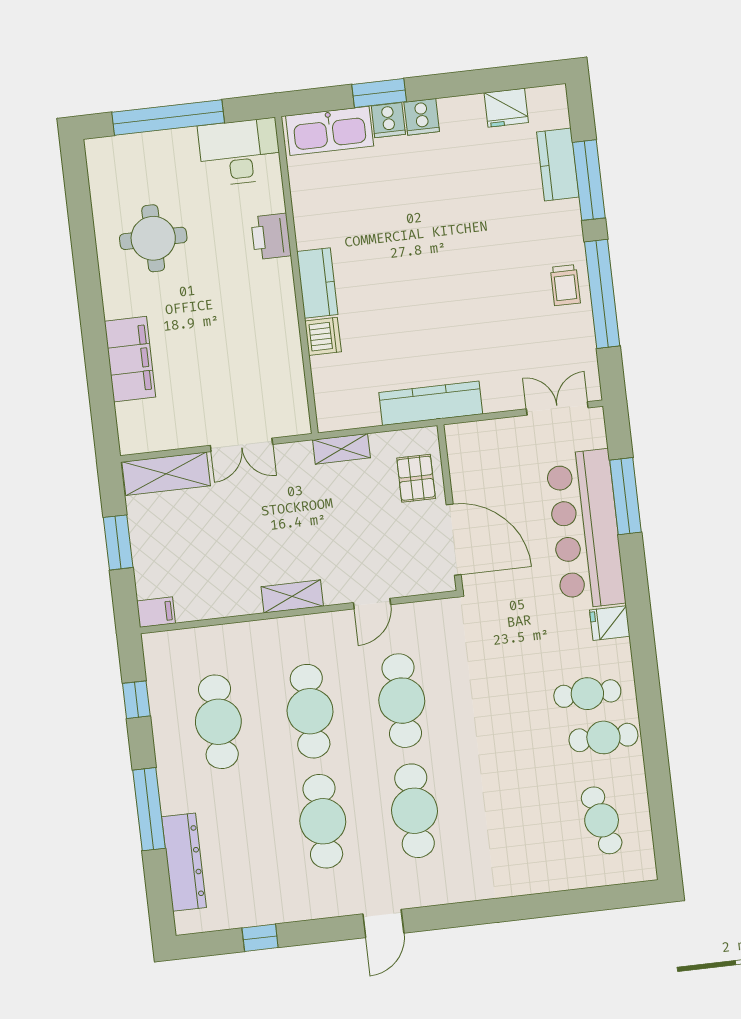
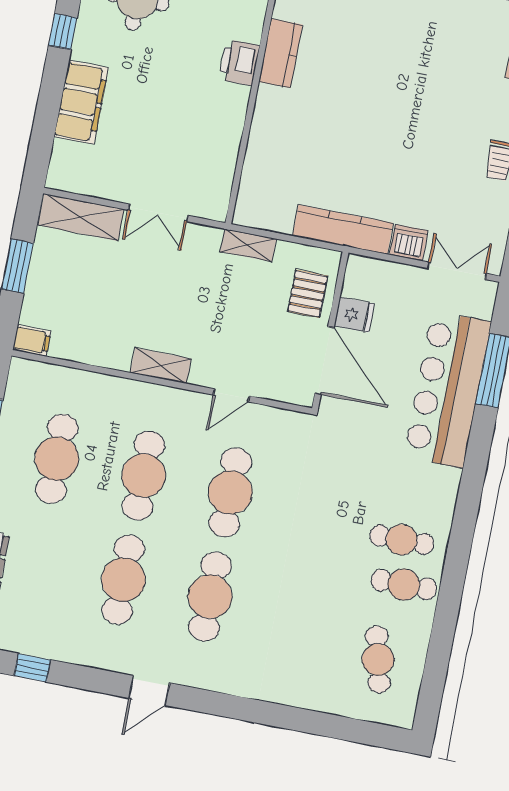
printer: (271, 236) -> (239, 63), moved
kitchen counter: (317, 283) -> (281, 53), moved
window: (89, 294) -> (63, 31), added
dishwasher: (323, 336) -> (409, 243), moved, turned -90
fridge: (610, 623) -> (354, 315), moved, turned 180

